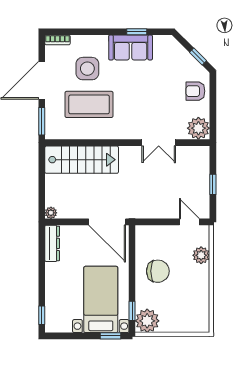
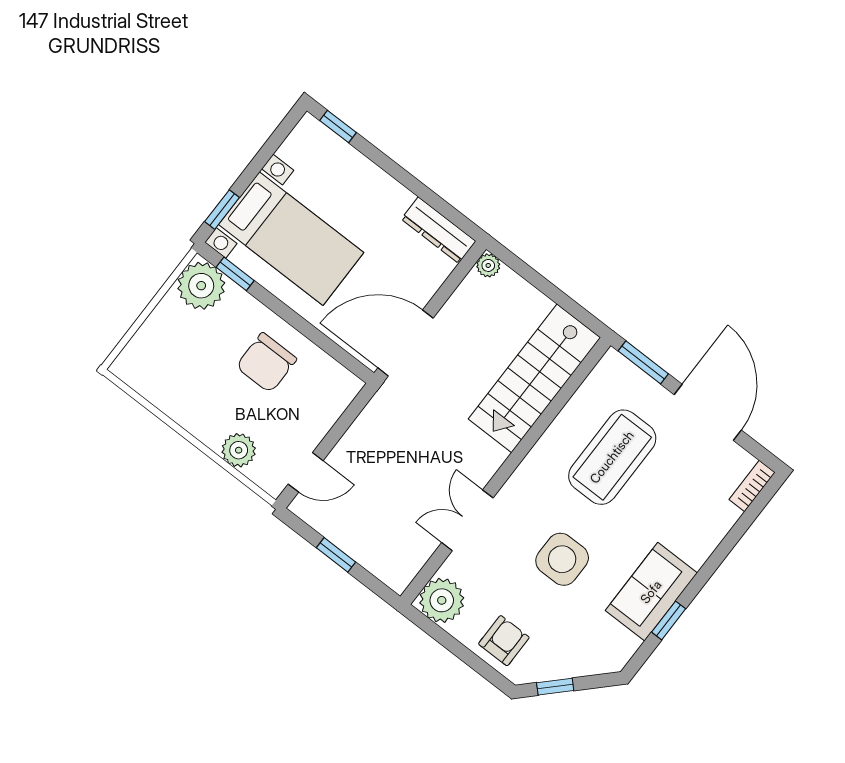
side table: (87, 69) -> (562, 559), moved

